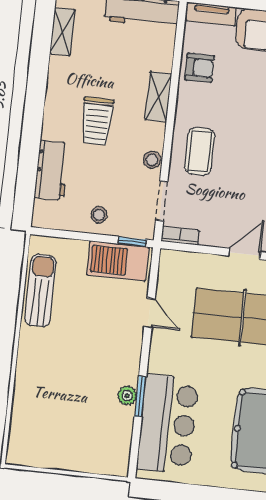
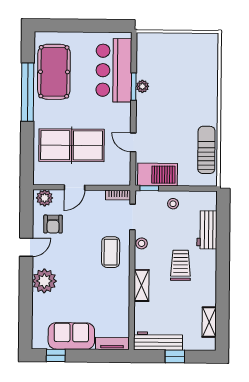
armchair: (199, 68) -> (116, 307), removed
sun lounger: (41, 291) -> (206, 150), turned 180

